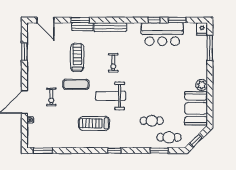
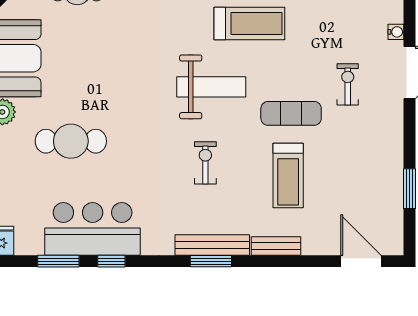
window: (80, 20) -> (211, 261), moved
cafe table: (152, 121) -> (71, 141), moved, width x1.37, depth x1.35

